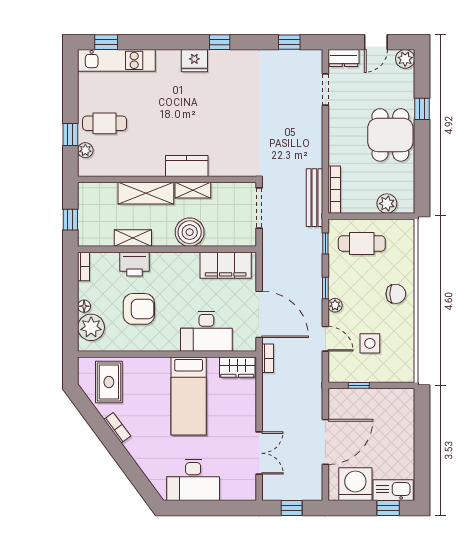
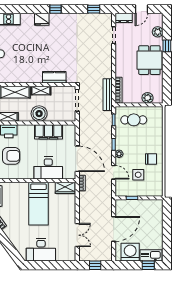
plant: (405, 59) -> (158, 32), moved
kitchen counter: (187, 166) -> (54, 77), moved
filing cabinet: (226, 265) -> (48, 132), moved
chair: (396, 294) -> (151, 159), moved

